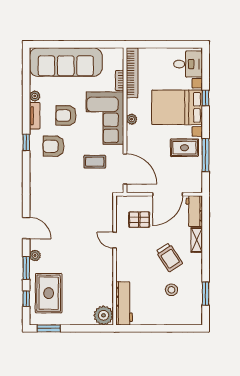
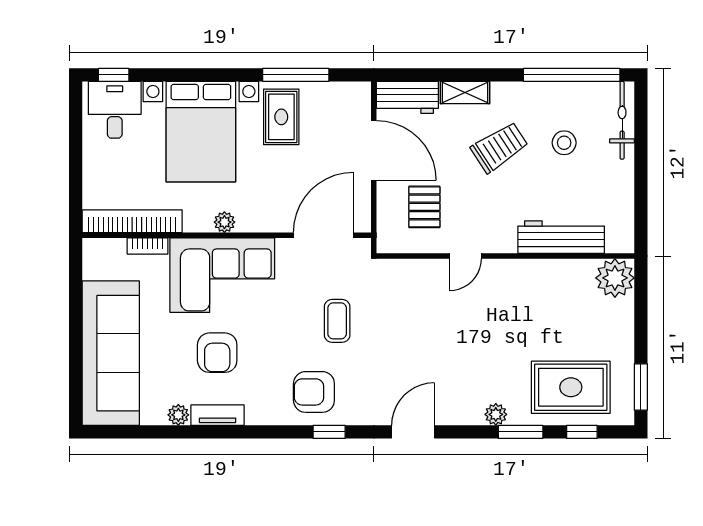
window: (206, 98) -> (114, 75), moved
window: (26, 142) -> (329, 432), moved
armchair: (53, 146) -> (314, 392), moved, turned 90
coffee table: (95, 162) -> (337, 321), moved
door: (26, 228) -> (413, 432), moved
window: (206, 294) -> (572, 75), width x2.11
workbench: (124, 303) -> (561, 237), moved
bicycle: (183, 319) -> (622, 120), added

